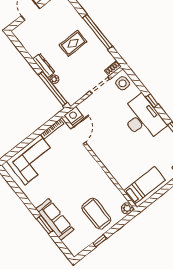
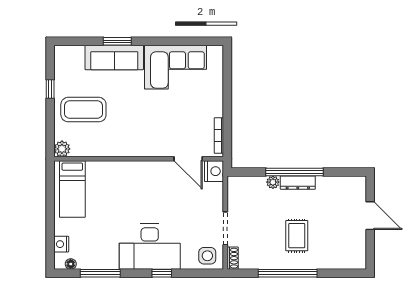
window: (53, 89) -> (295, 172), moved
corner sofa: (33, 160) -> (175, 67), moved, turned -90

